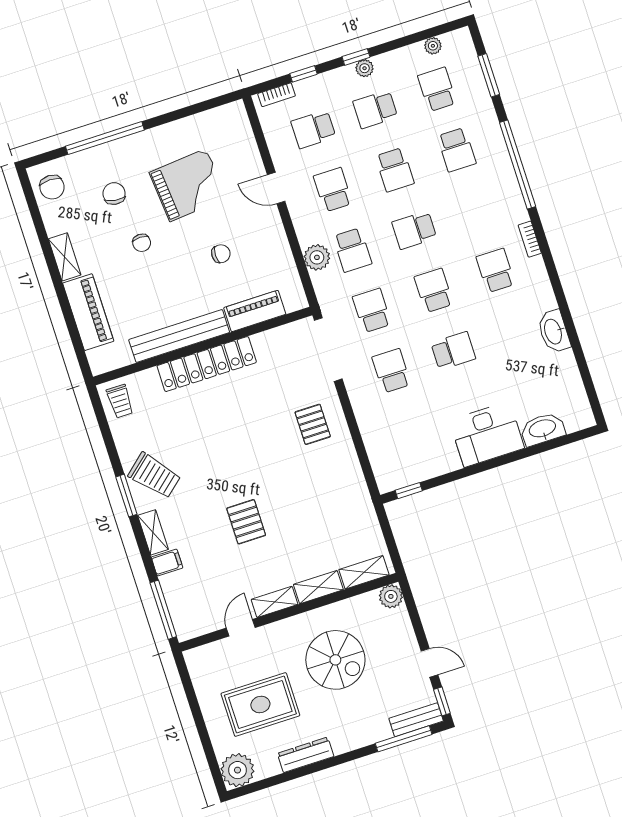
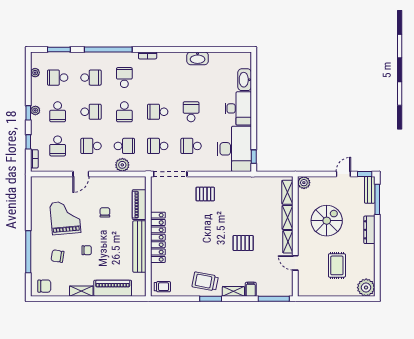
school desk: (496, 270) -> (124, 78), moved, turned 90
desk: (411, 451) -> (234, 149), added
trolley: (154, 475) -> (205, 281), turned -128
rug: (260, 704) -> (337, 265), width x0.73, depth x0.70
dresser: (306, 755) -> (369, 230), moved

